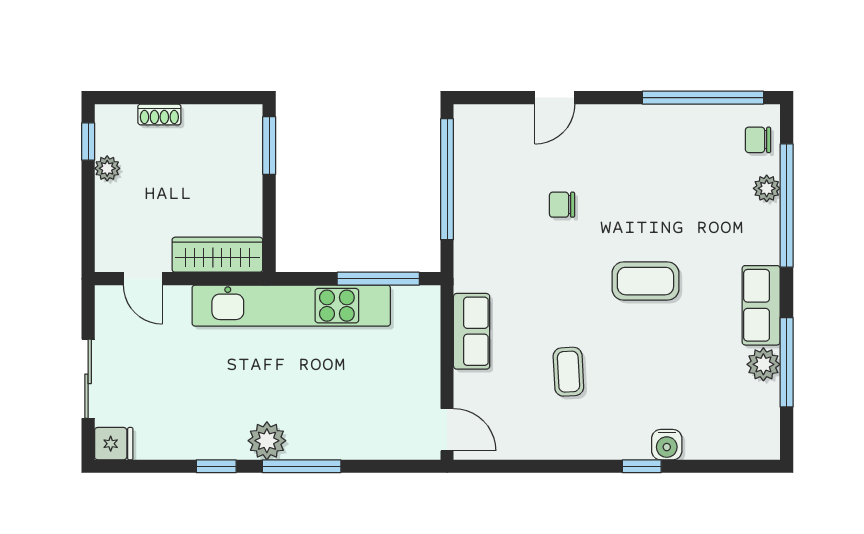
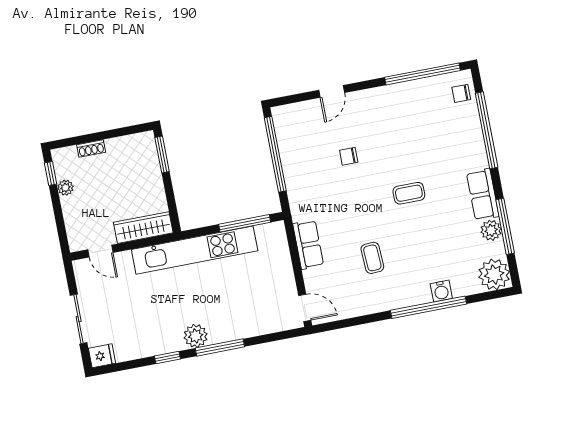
plant: (767, 188) -> (494, 274), moved, width x1.87, depth x1.87
coffee table: (645, 281) -> (409, 193), width x0.73, depth x0.77
window: (642, 466) -> (429, 307), width x3.17

